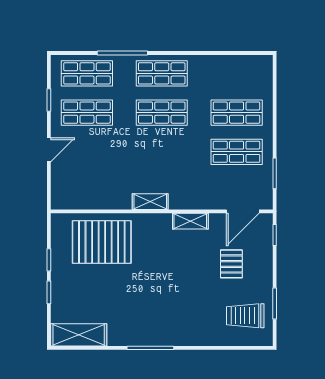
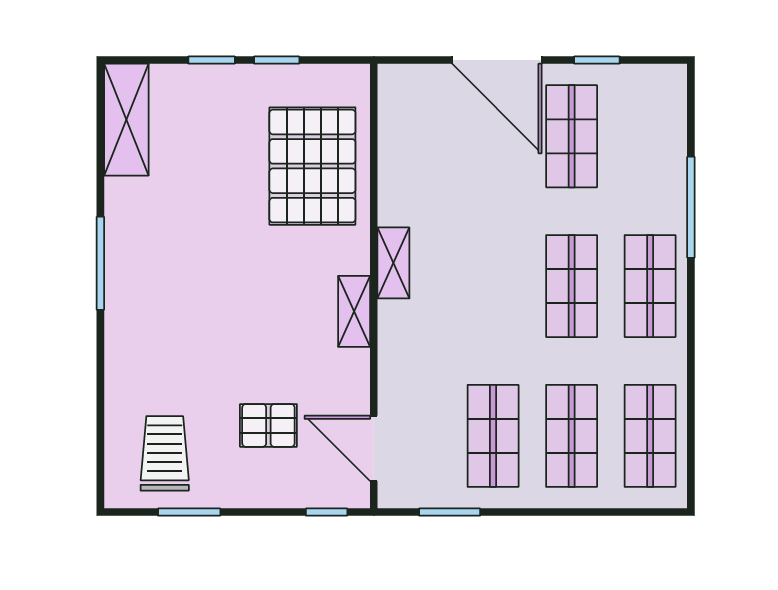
shop shelf: (87, 73) -> (650, 436), moved
door: (49, 150) -> (497, 60), width x1.88
shelving: (190, 221) -> (354, 311), moved

